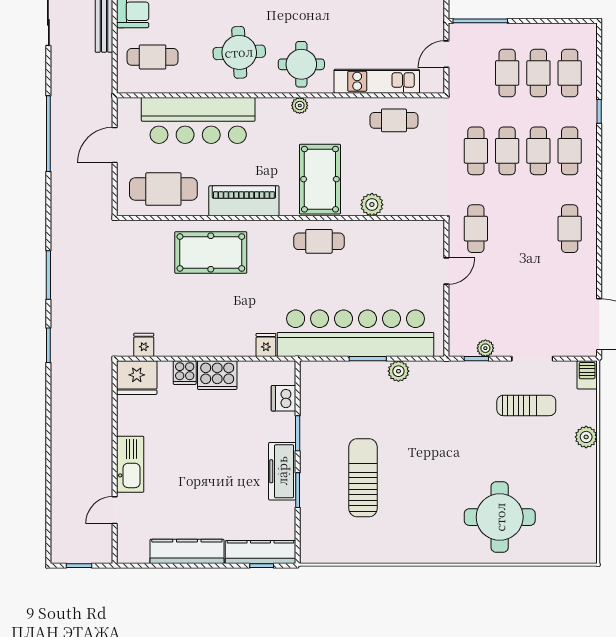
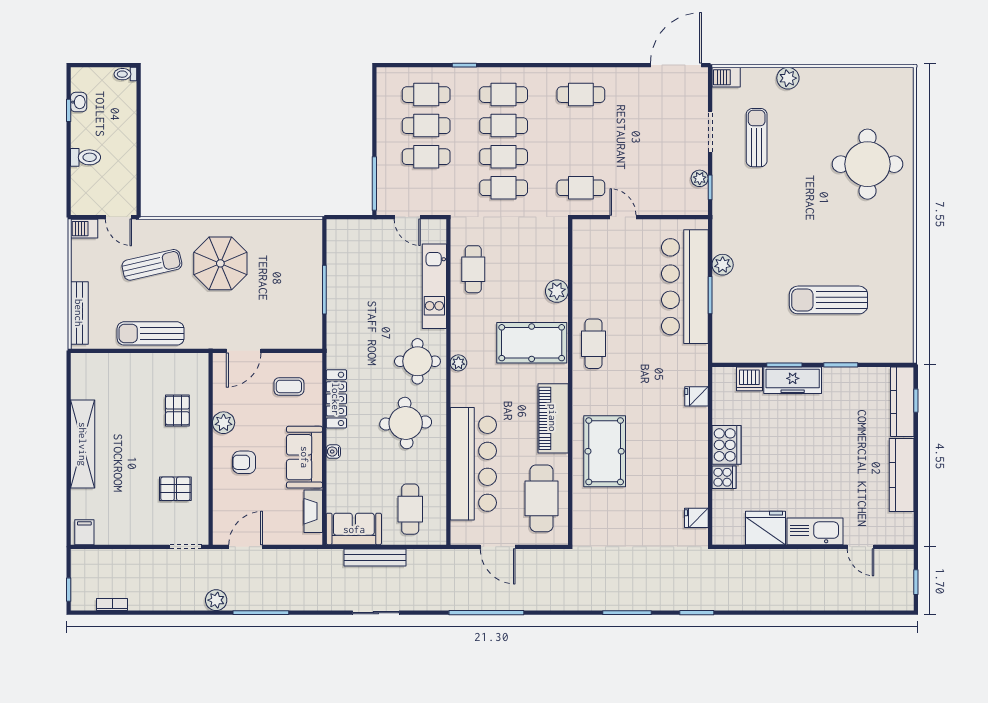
bar counter: (356, 333) -> (685, 287), width x0.73
fridge: (137, 378) -> (766, 528), moved, turned -90
freezer: (282, 471) -> (793, 380), moved

